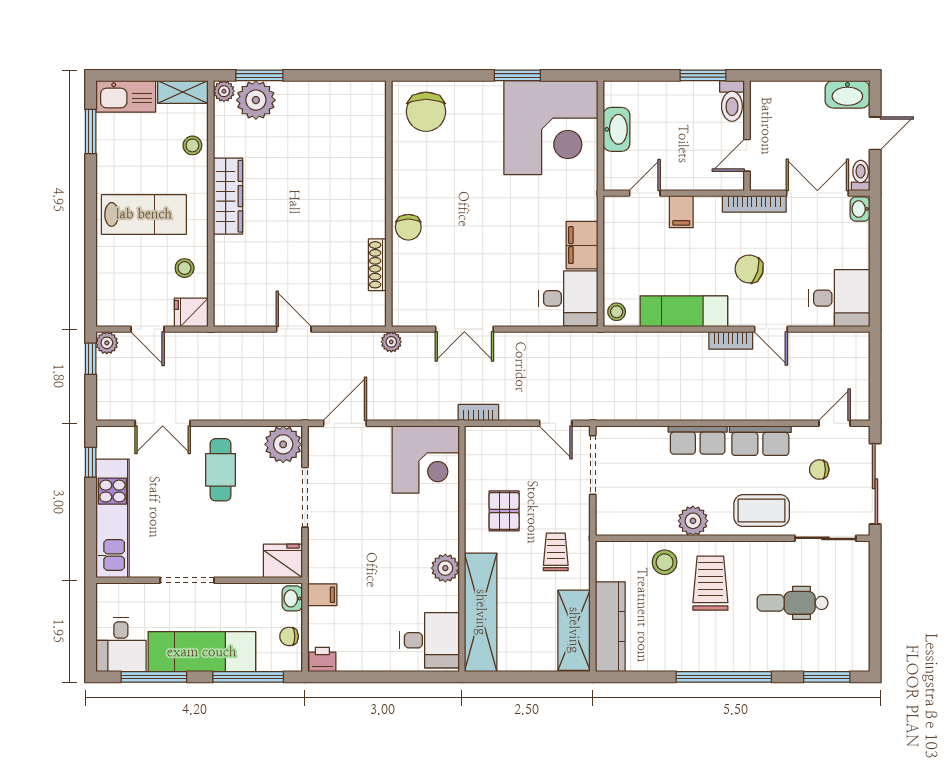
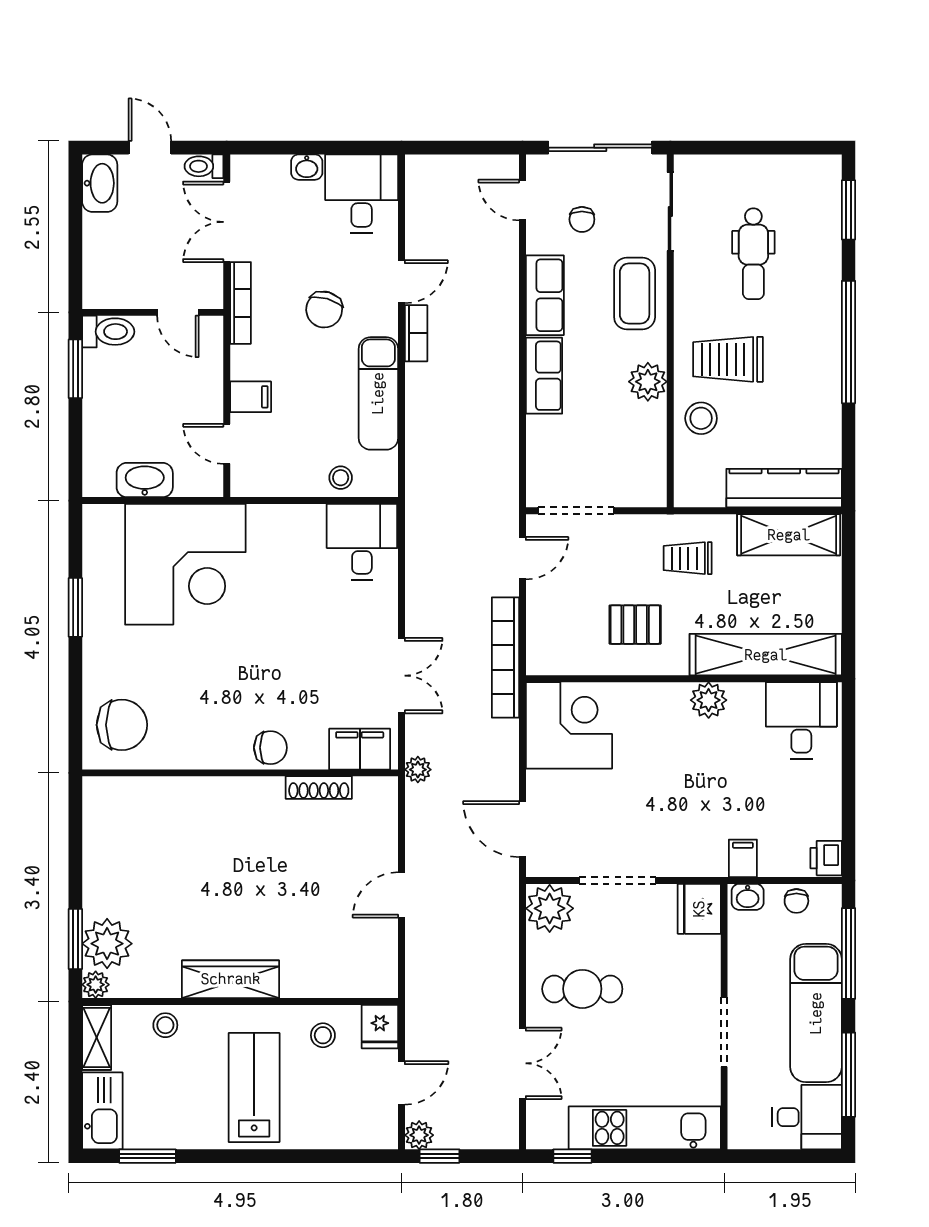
corner desk: (551, 128) -> (185, 564), moved, turned 90
washbasin: (860, 209) -> (307, 167), moved
filing cabinet: (582, 245) -> (360, 749), moved, turned 180
stool: (617, 312) -> (341, 478), moved
bookcase: (478, 413) -> (505, 658), width x2.31, depth x1.31

